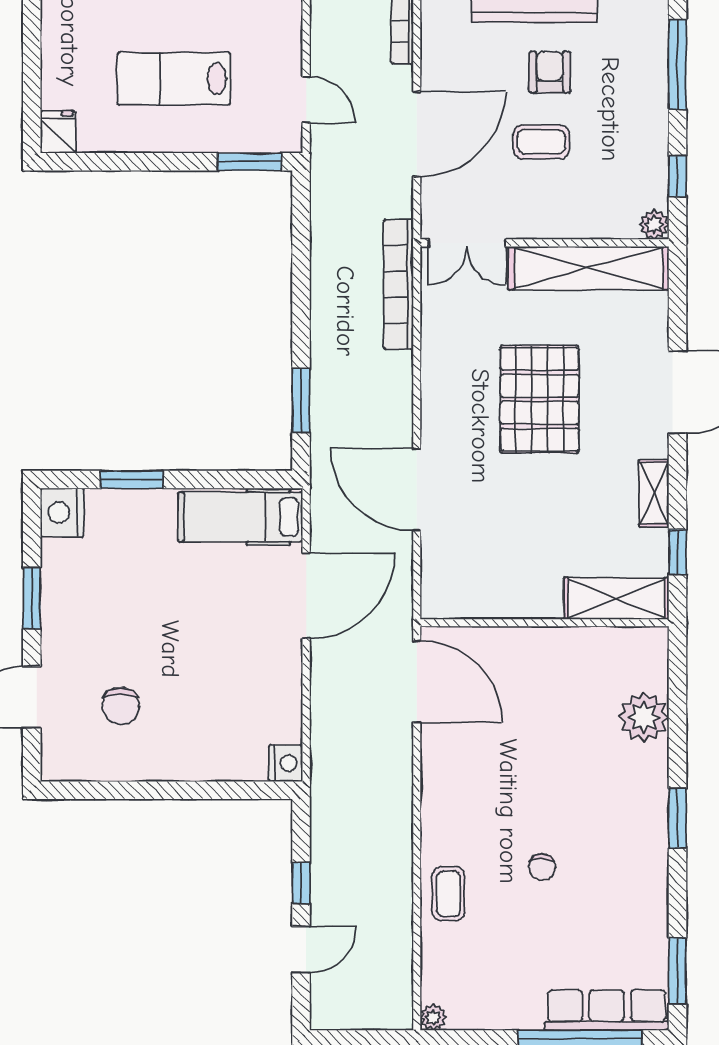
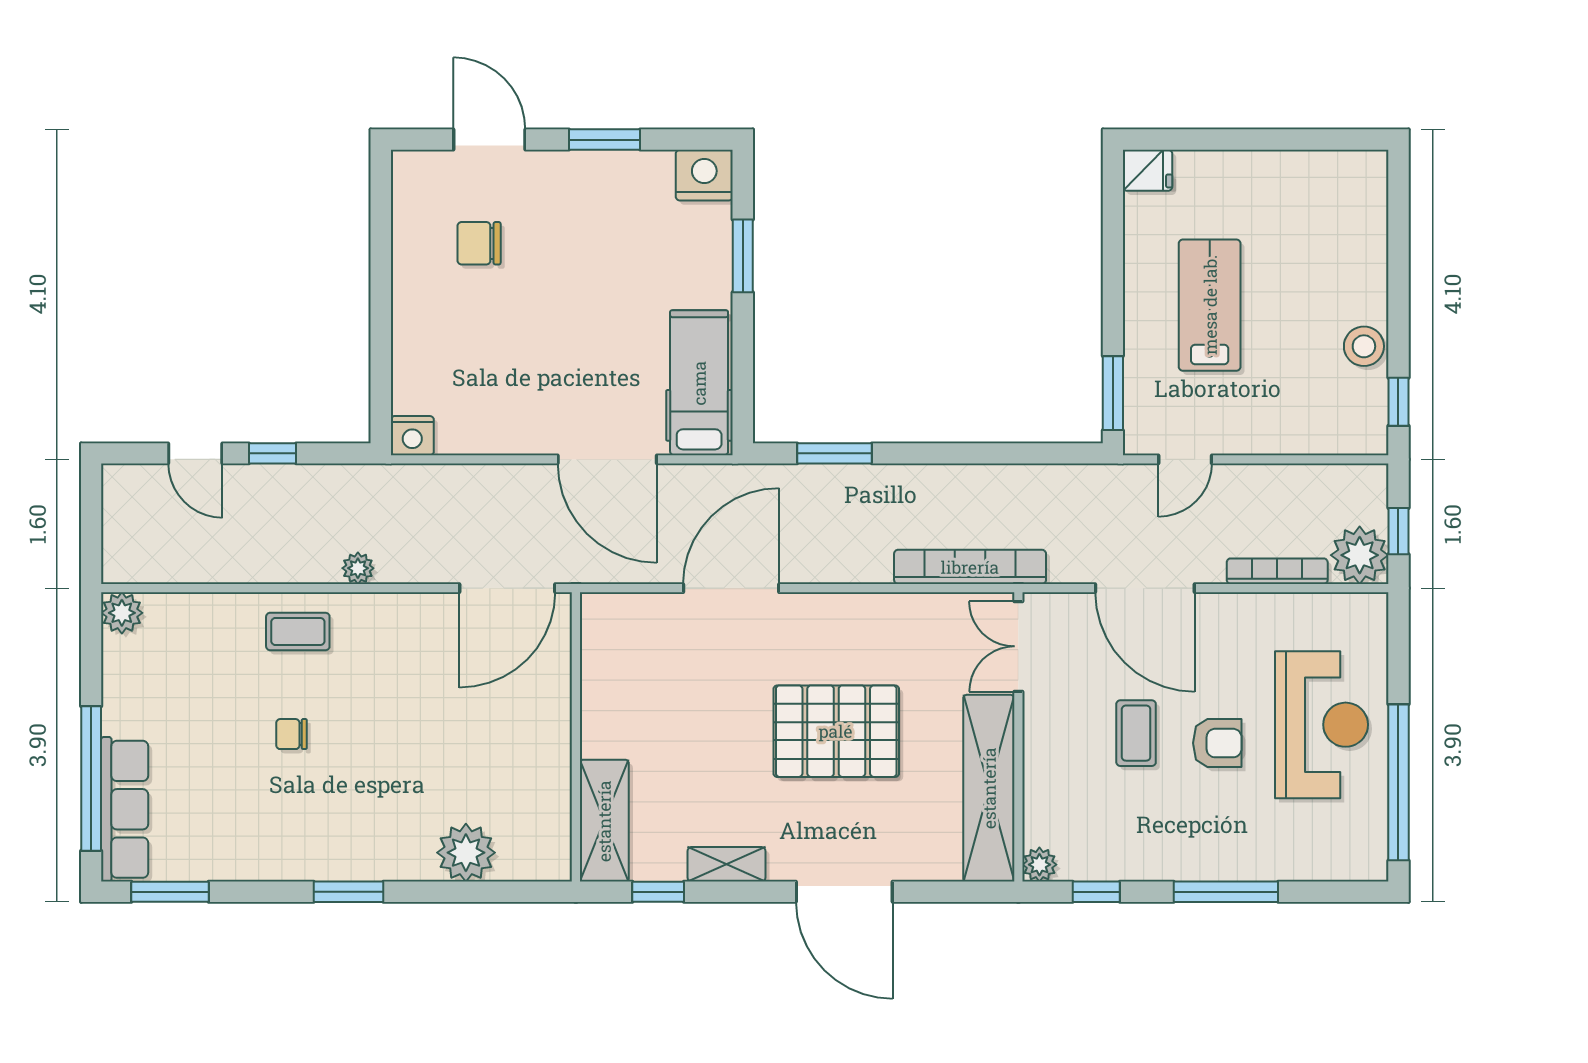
plant: (400, 810) -> (358, 568), added
coffee table: (448, 894) -> (298, 631), moved
plant: (433, 1017) -> (122, 613), width x1.38, depth x1.38

